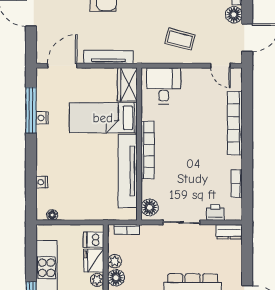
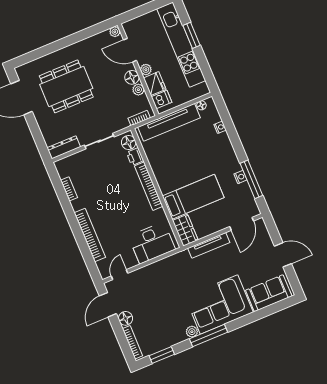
coffee table: (180, 39) -> (159, 282), removed
door: (220, 66) -> (119, 275), hinge flipped
desk: (164, 86) -> (152, 243), width x1.37
tv unit: (128, 171) -> (169, 122), moved, turned 90
printer: (215, 213) -> (135, 157), moved, turned 90
dresser: (229, 232) -> (64, 147), width x1.44

